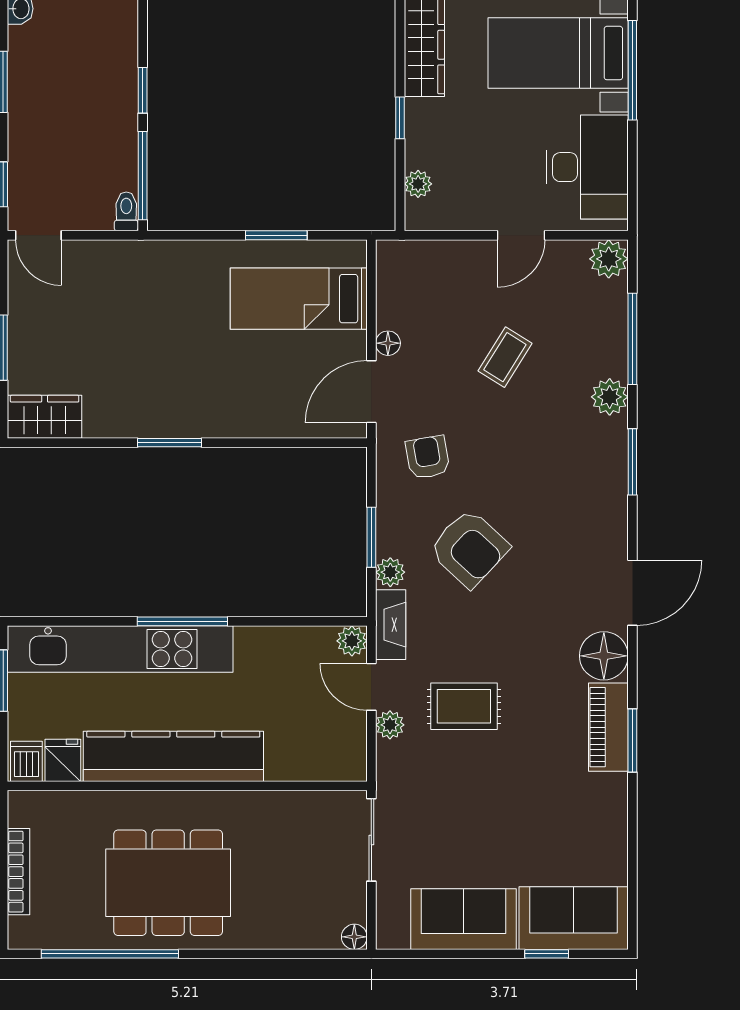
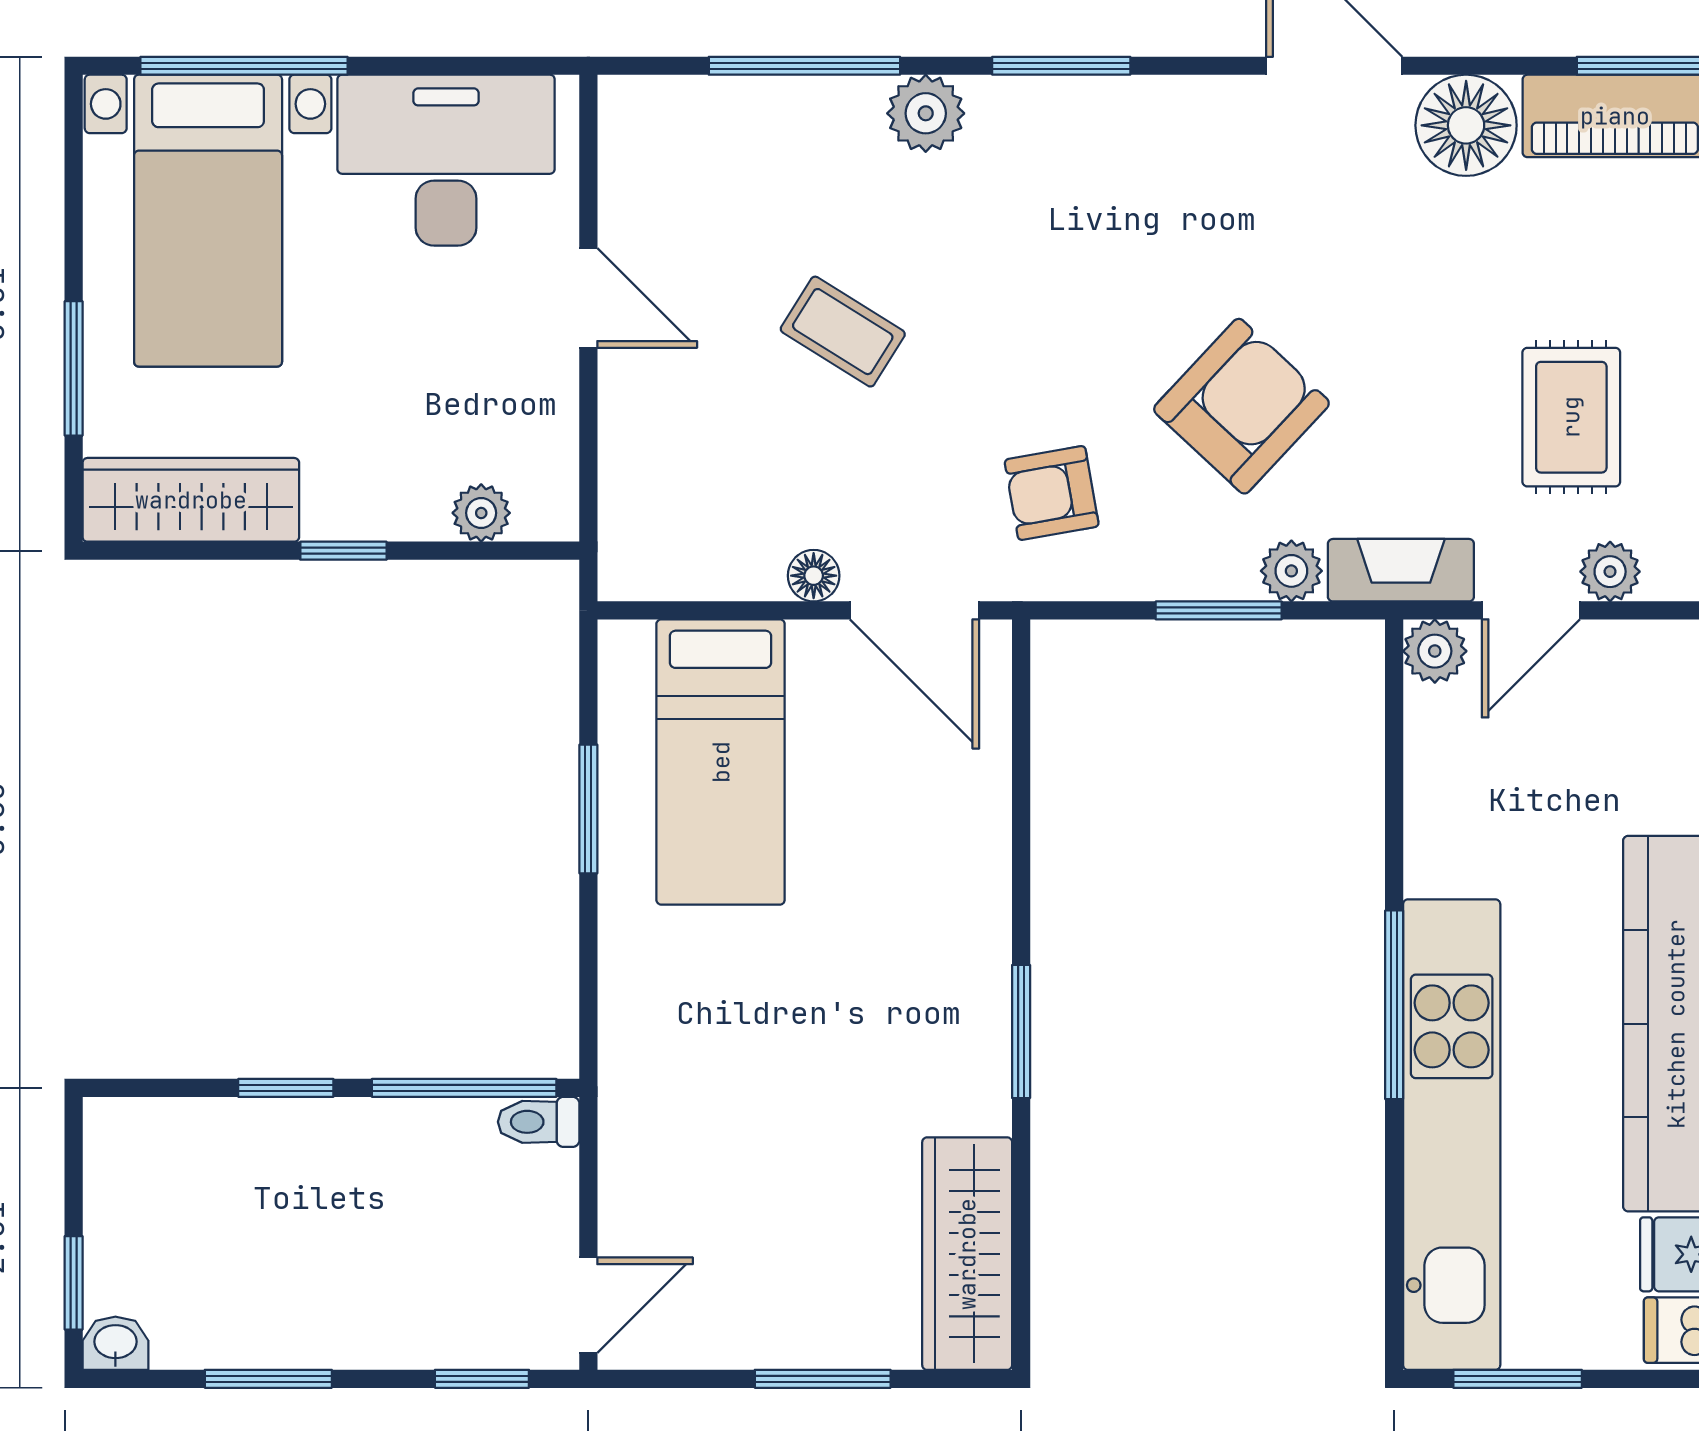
plant: (609, 259) -> (638, 115), removed
wardrobe: (45, 417) -> (967, 1254), width x1.50

